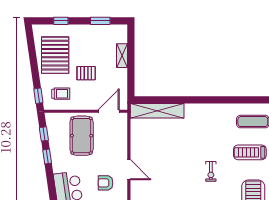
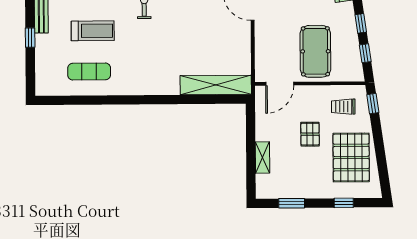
pallet: (86, 73) -> (310, 134), turned 90

